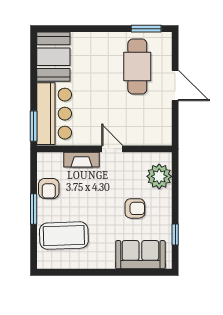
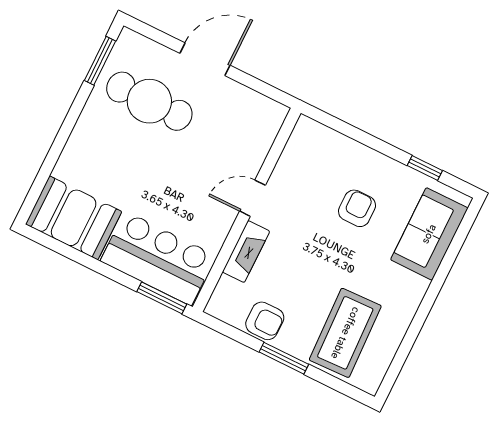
plant: (159, 176) -> (327, 149), removed

